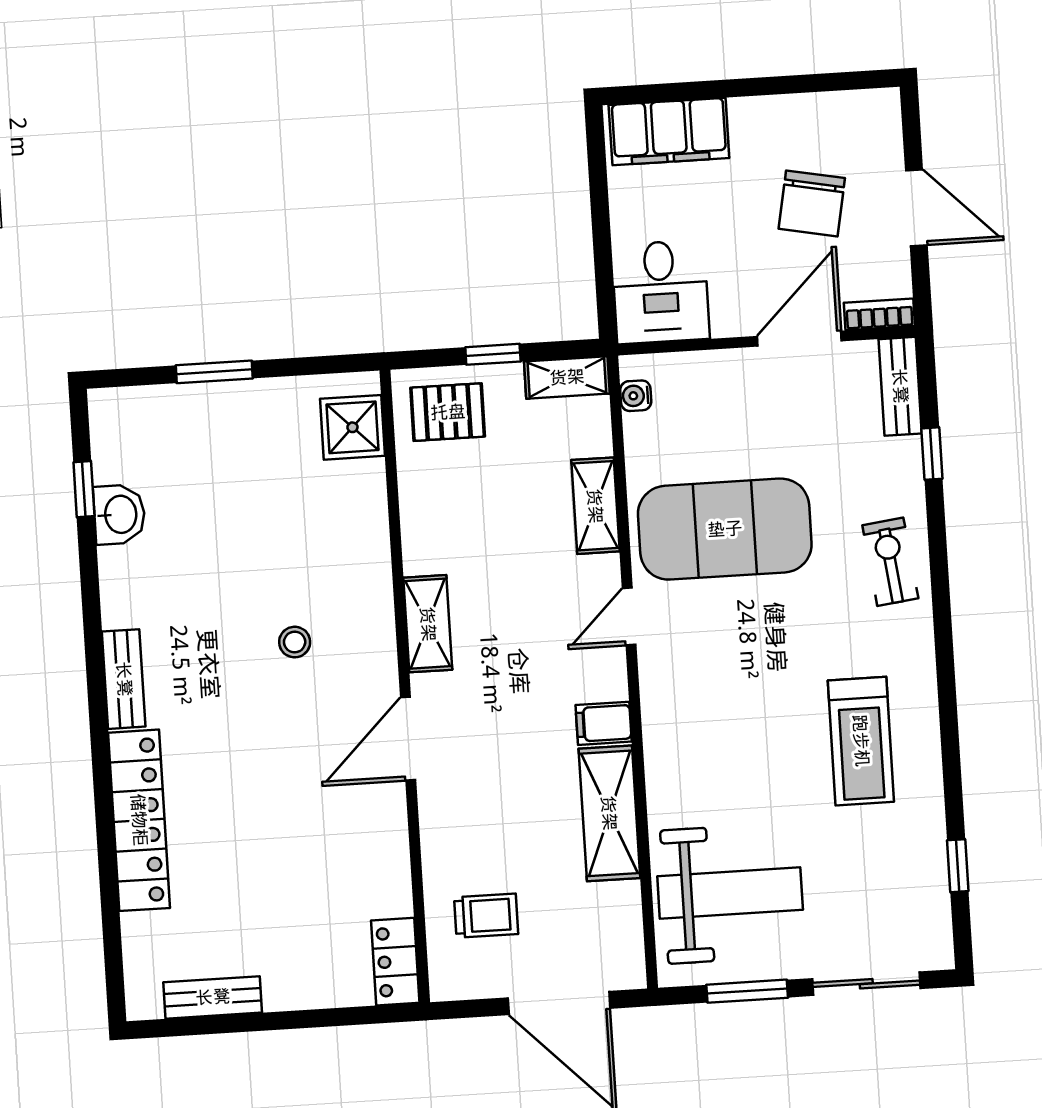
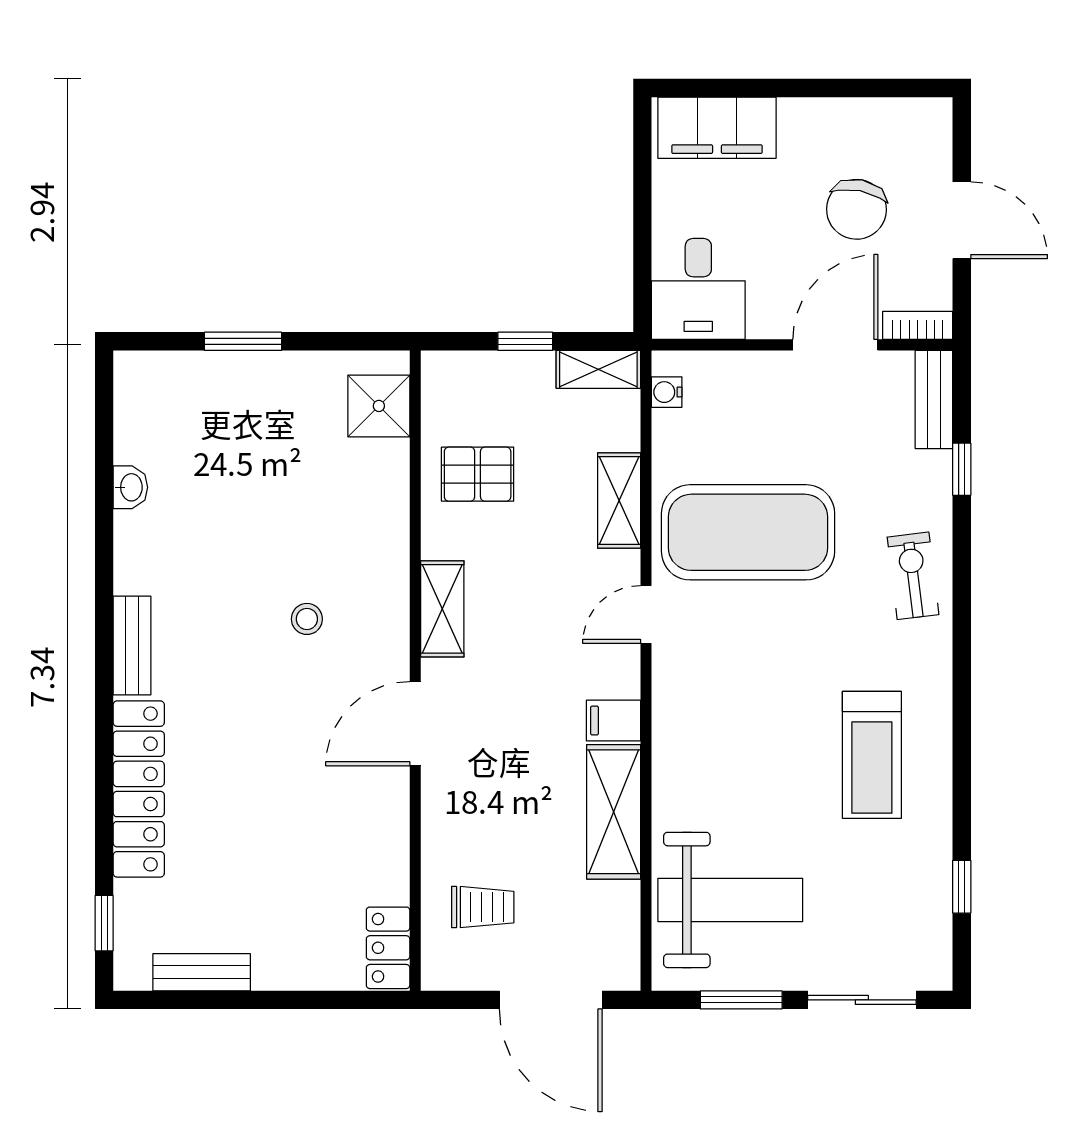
pallet: (448, 412) -> (478, 474), moved
window: (84, 489) -> (104, 923), moved
washbasin: (119, 514) -> (130, 487), width x0.72, depth x0.69

